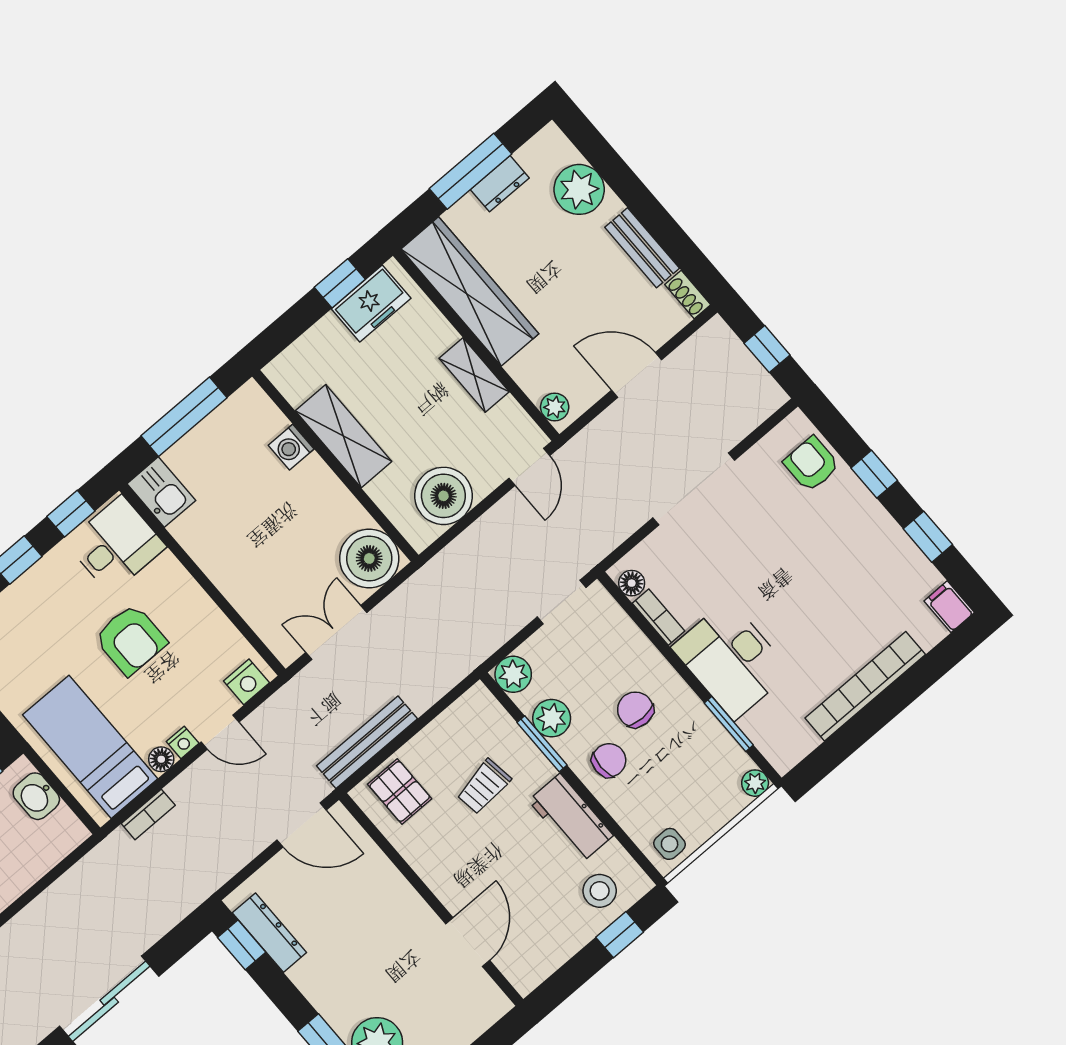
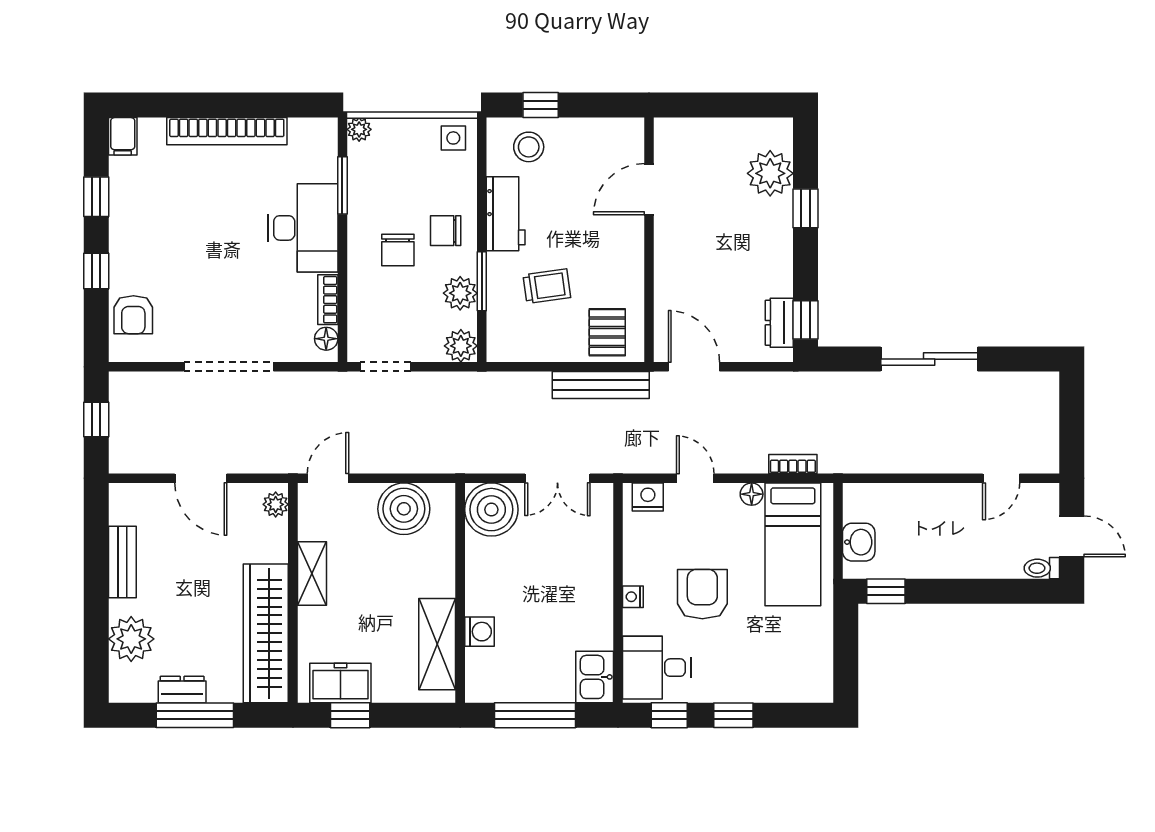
shoe rack: (688, 295) -> (119, 503), removed
shelving: (344, 436) -> (437, 644), moved
nightstand: (183, 742) -> (633, 597), moved, turned -90
dresser: (269, 933) -> (779, 323), width x0.70

